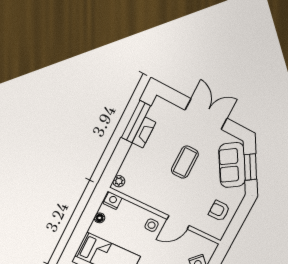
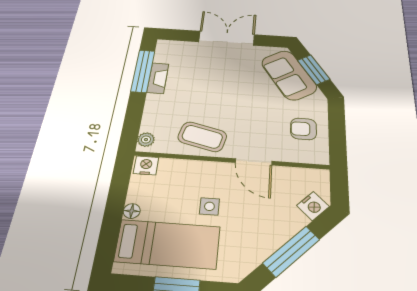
coffee table: (185, 162) -> (202, 137), moved, turned -76
floor lamp: (100, 218) -> (132, 211), moved
door: (178, 222) -> (254, 162), hinge flipped
side table: (152, 225) -> (209, 206), moved

